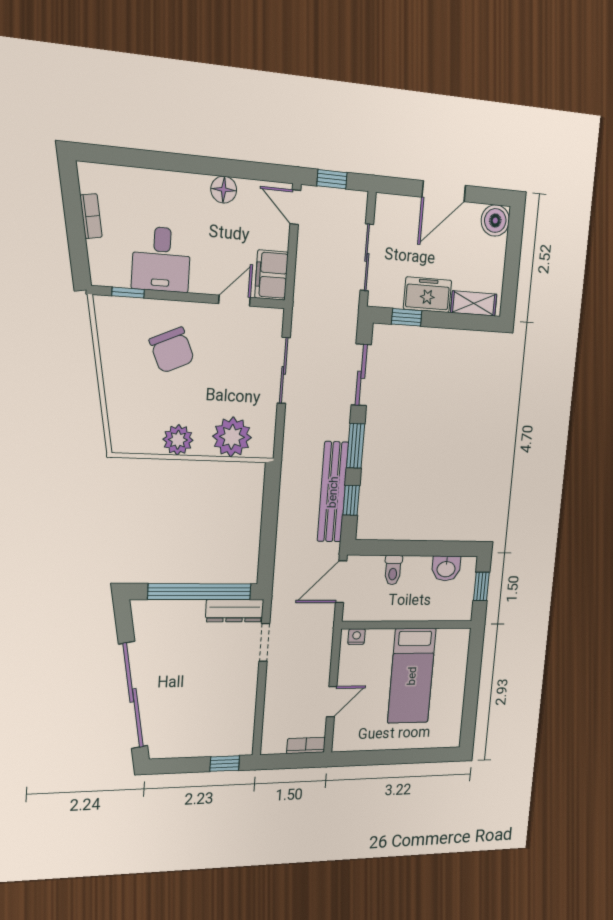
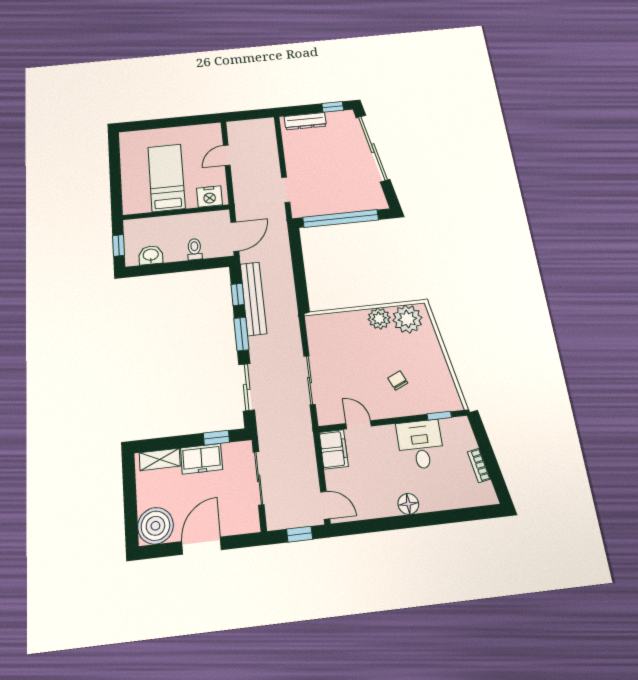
floor lamp: (224, 190) -> (408, 504), moved
boiler: (495, 220) -> (155, 526), width x1.37, depth x1.37
door: (234, 301) -> (359, 425), swing flipped
chair: (172, 350) -> (398, 380), width x0.54, depth x0.54
plant: (232, 437) -> (407, 319), moved
dresser: (235, 611) -> (305, 121), moved, turned 180
nightstand: (357, 637) -> (209, 197), width x1.89, depth x1.79
bookcase: (306, 745) -> (241, 125), removed
window: (225, 764) -> (333, 107), moved

